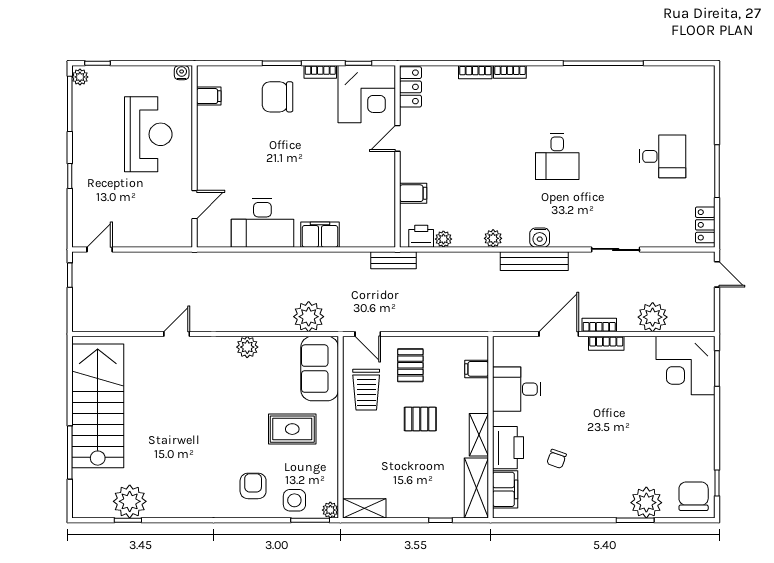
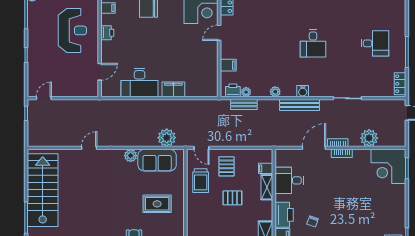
printer: (207, 138) -> (107, 33), added
bench: (394, 260) -> (244, 105), moved
sofa: (320, 369) -> (157, 160), moved, turned -90
shelving: (479, 435) -> (267, 187), moved

